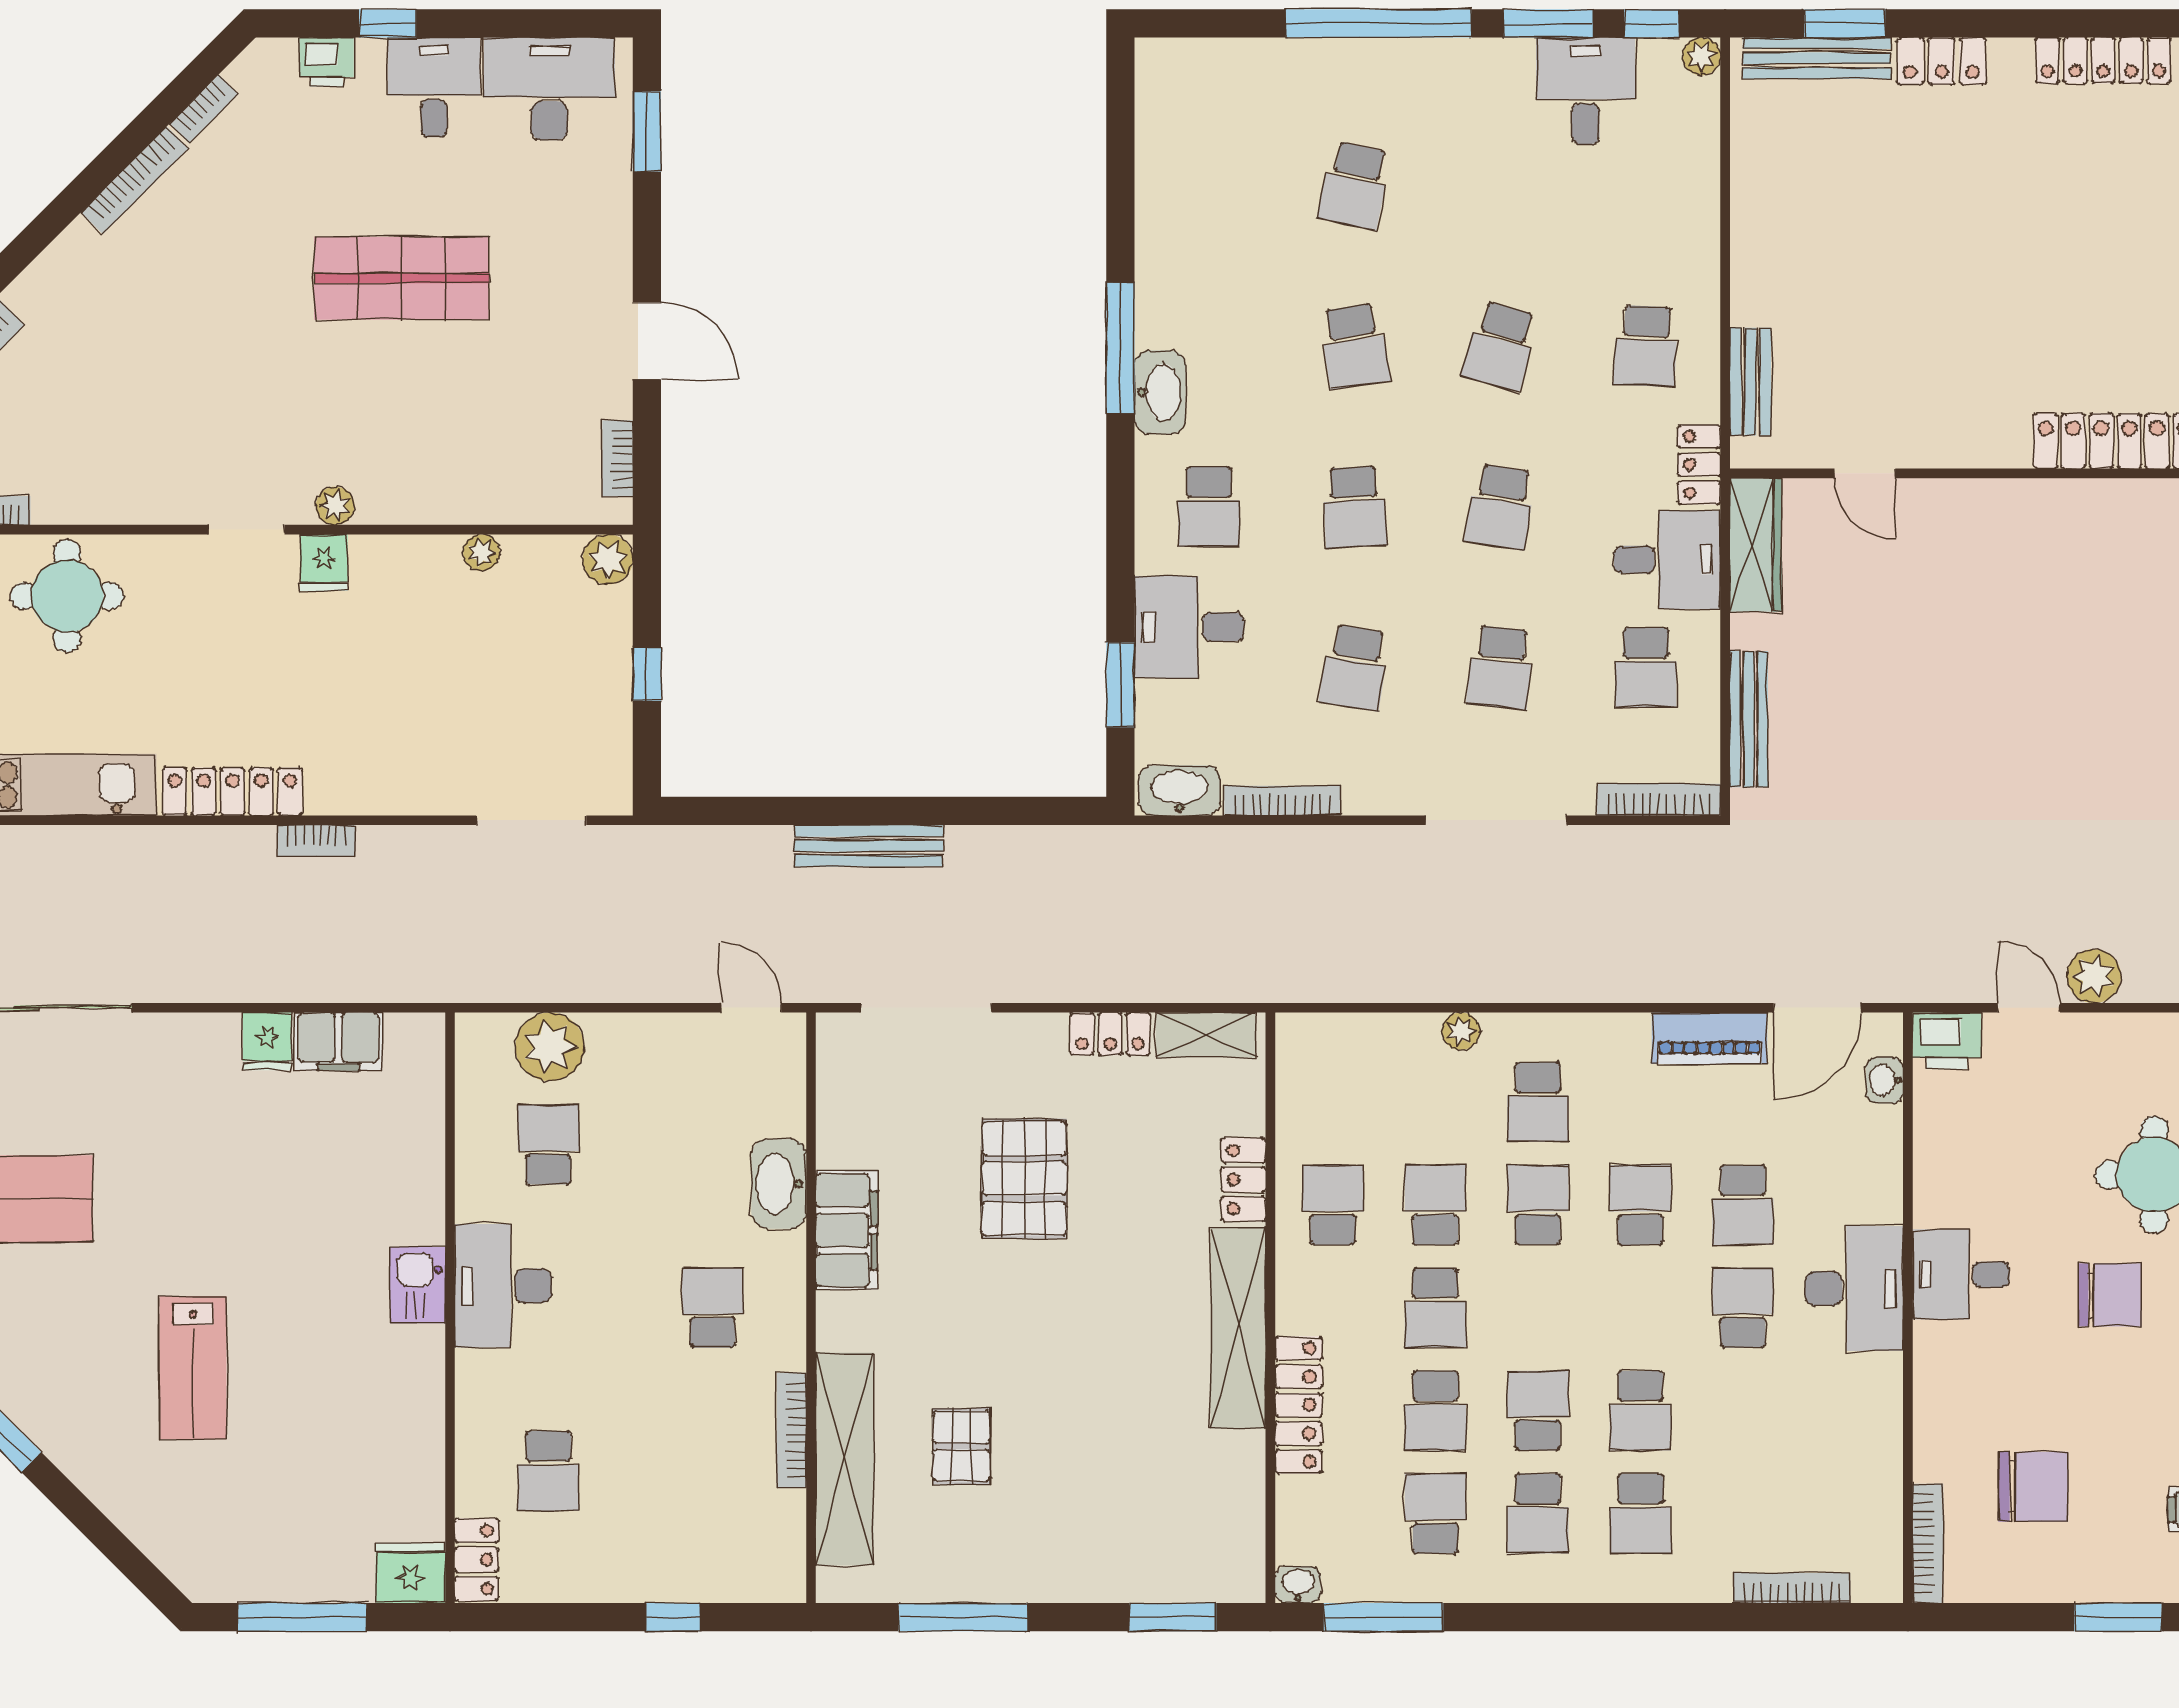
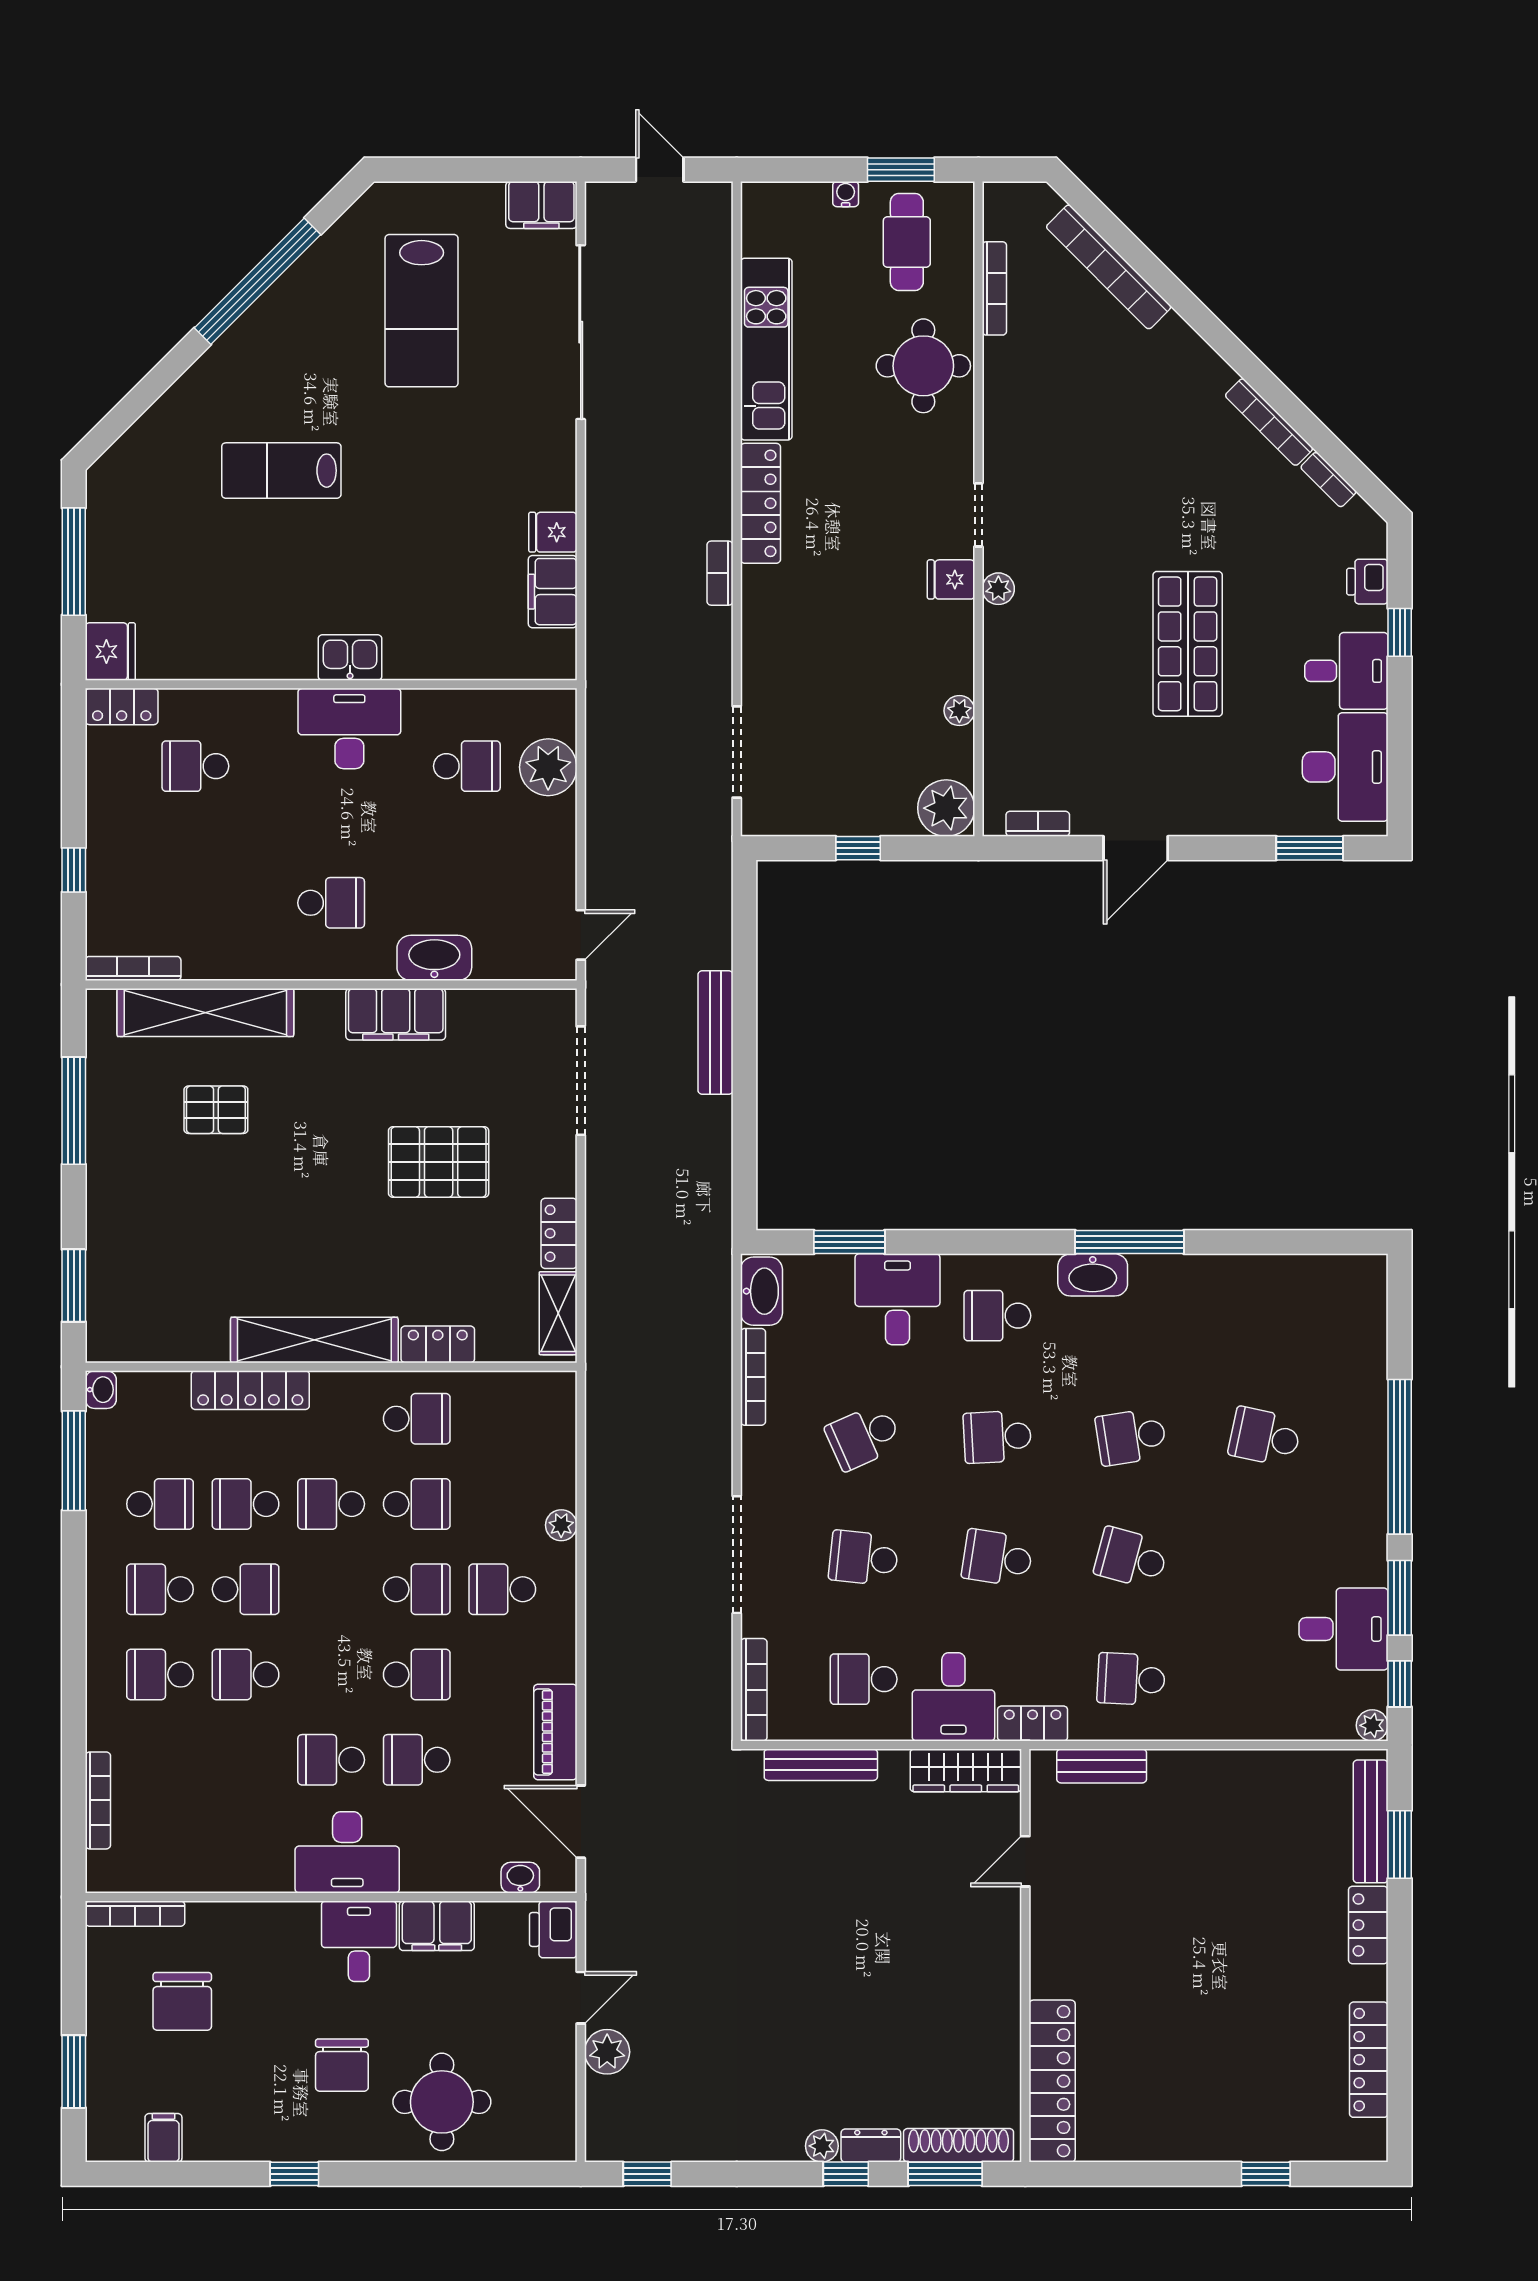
plant: (608, 559) -> (946, 808), width x1.36, depth x1.36
school desk: (1355, 668) -> (864, 1437), turned -33
filing cabinet: (1943, 1181) -> (437, 1926), added
school desk: (1743, 1308) -> (331, 1760), turned 180
bookcase: (792, 1430) -> (133, 968), moved

